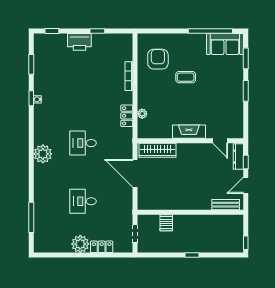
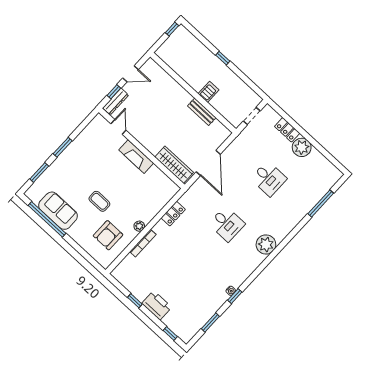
sofa: (225, 44) -> (58, 211), moved
plant: (142, 114) -> (139, 226), moved
bench: (226, 205) -> (202, 112), moved
server rack: (166, 223) -> (209, 92), moved

